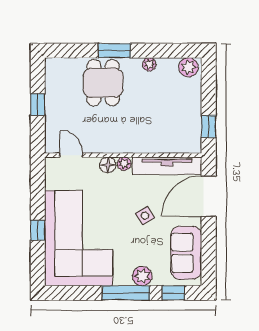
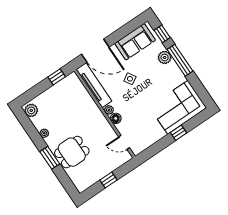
door: (71, 155) -> (124, 142), hinge flipped
corner sofa: (79, 238) -> (178, 107), width x0.73, depth x0.74

